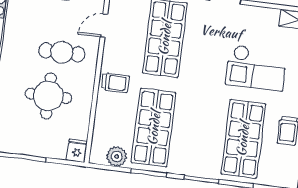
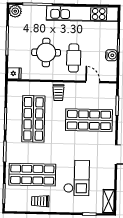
checkout: (256, 68) -> (77, 178), turned 180
shop shelf: (154, 128) -> (33, 119), turned 90
plant: (117, 156) -> (13, 98), removed

